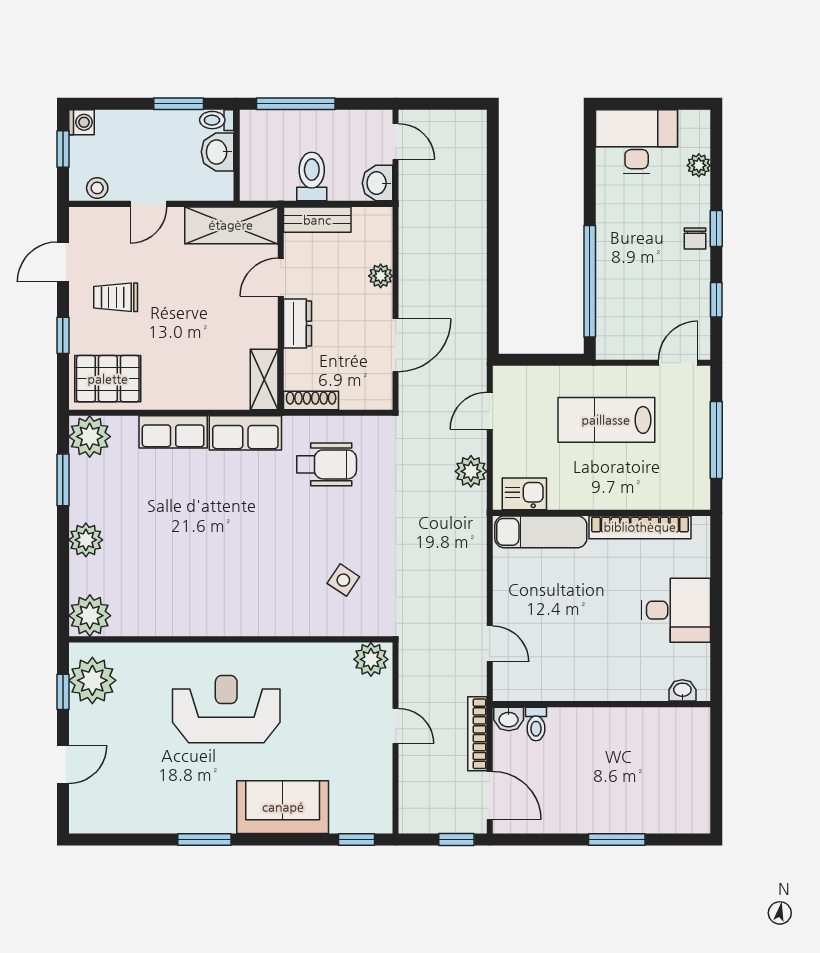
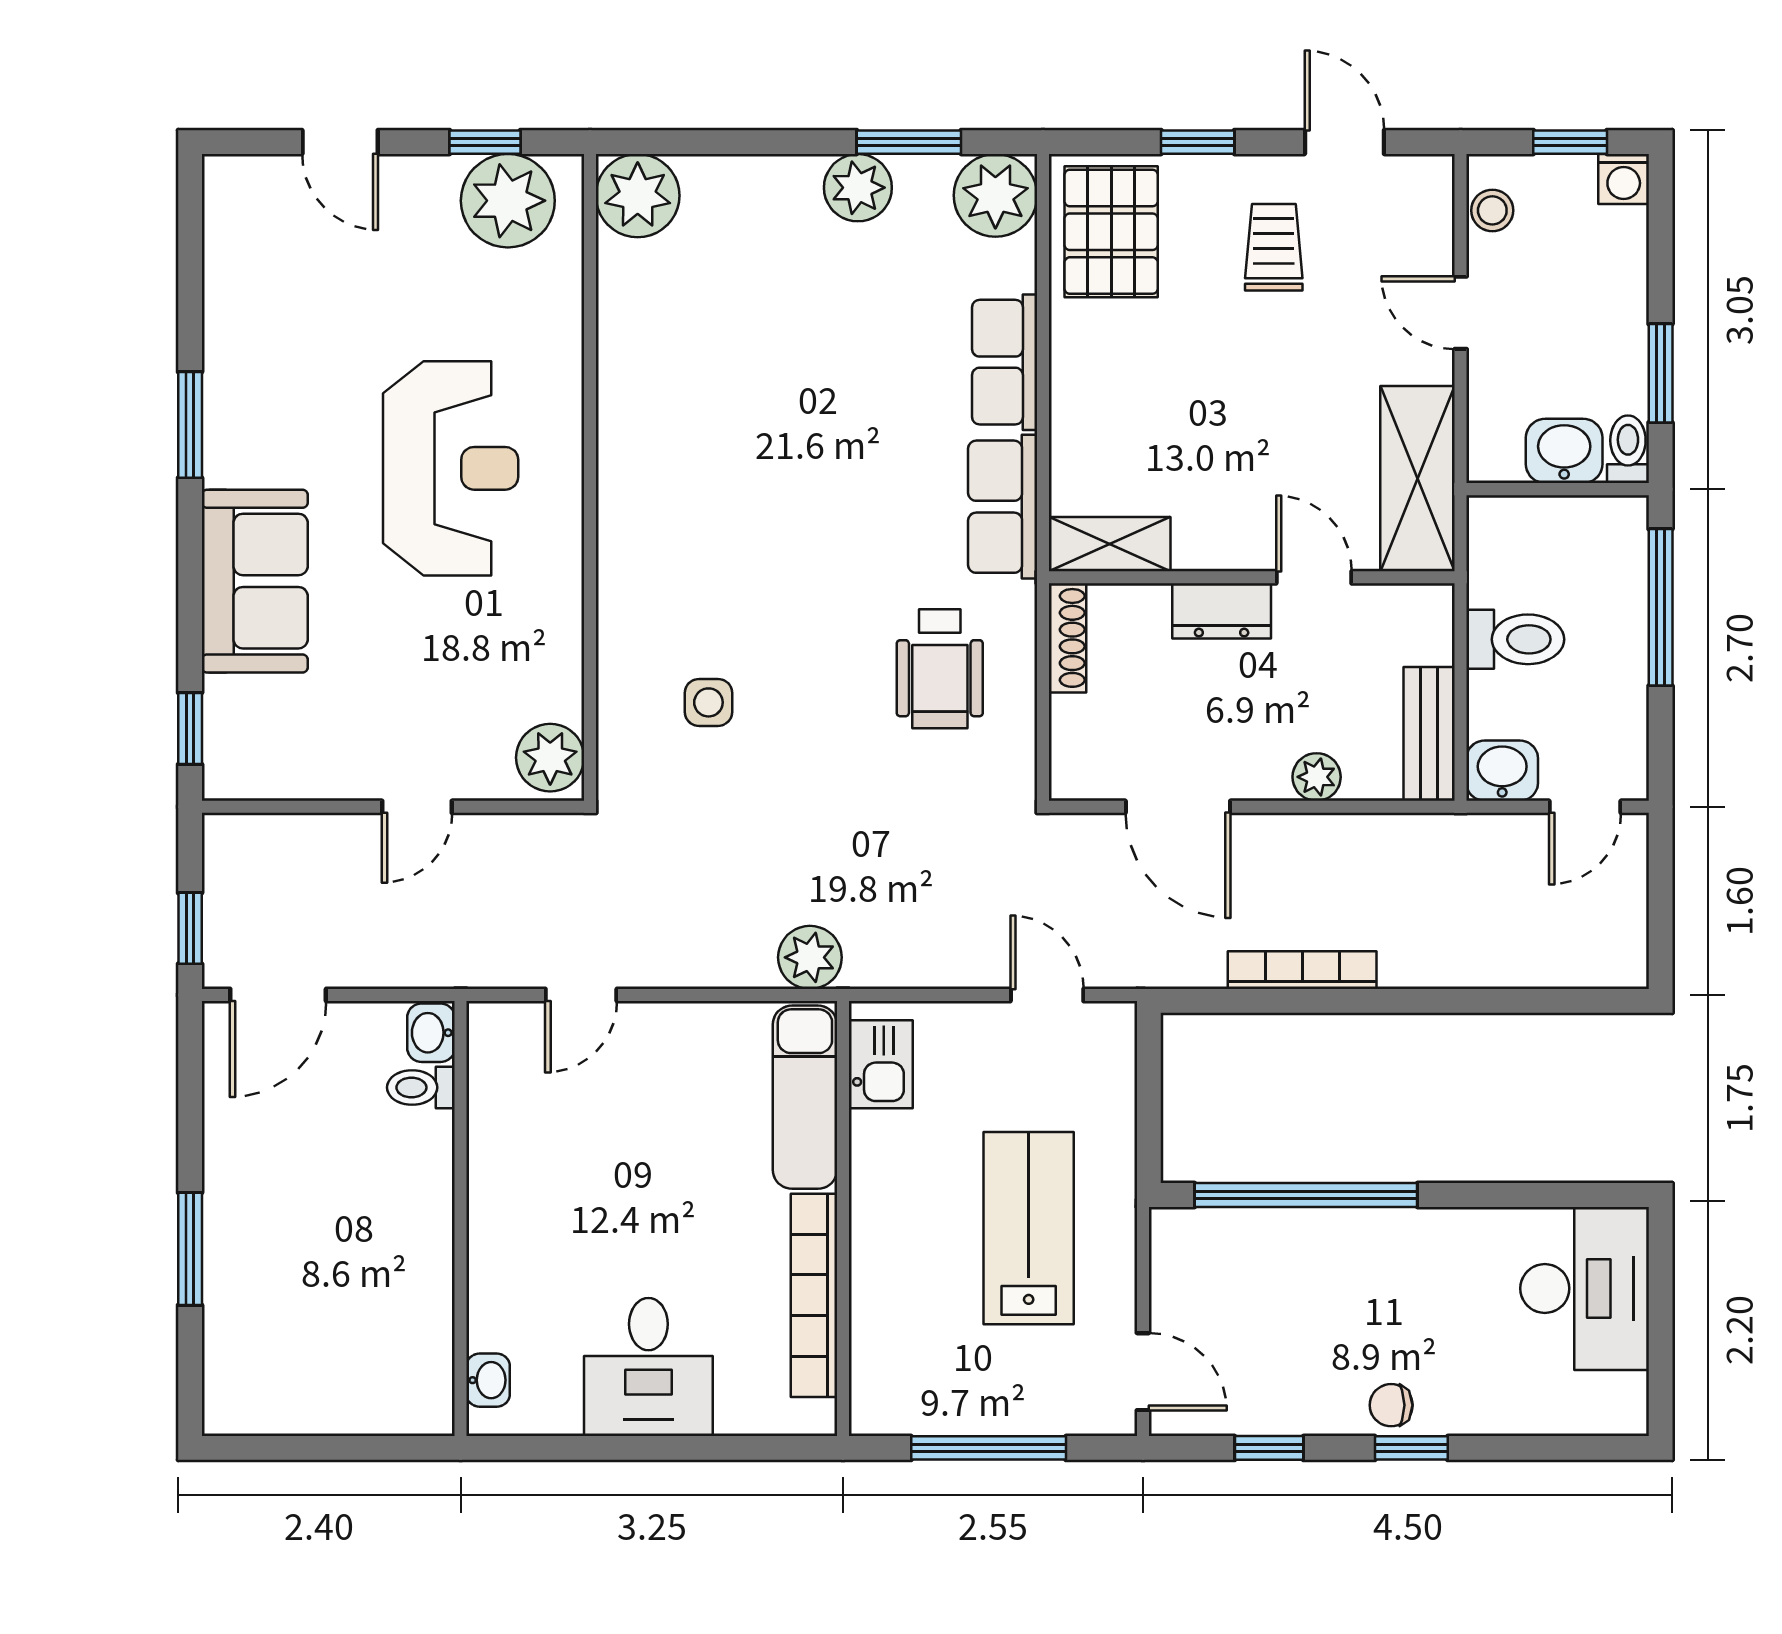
plant: (699, 165) -> (1538, 1413), removed
bench: (317, 220) -> (1429, 734), moved
plant: (471, 471) -> (810, 957), moved
plant: (86, 540) -> (858, 188), moved
side table: (343, 580) -> (708, 702), turned -34
bookcase: (477, 734) -> (1302, 970), moved

